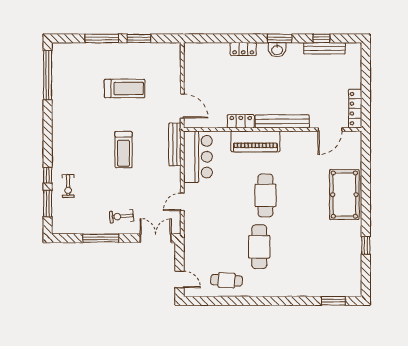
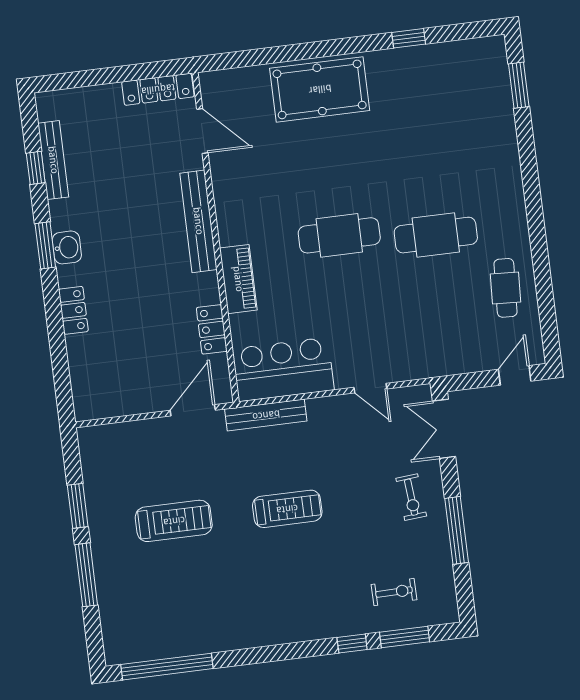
treadmill: (125, 88) -> (174, 521), turned 90
locker: (241, 121) -> (212, 329), moved
piano: (255, 141) -> (238, 279), width x0.73, depth x0.75
exercise bike: (68, 186) -> (394, 592), moved

